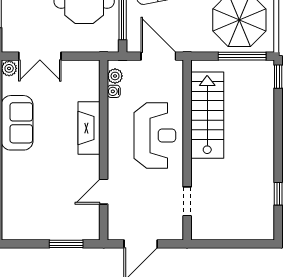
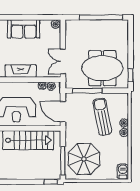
double door: (40, 56) -> (63, 61), moved
door: (158, 56) -> (63, 112), swing flipped

